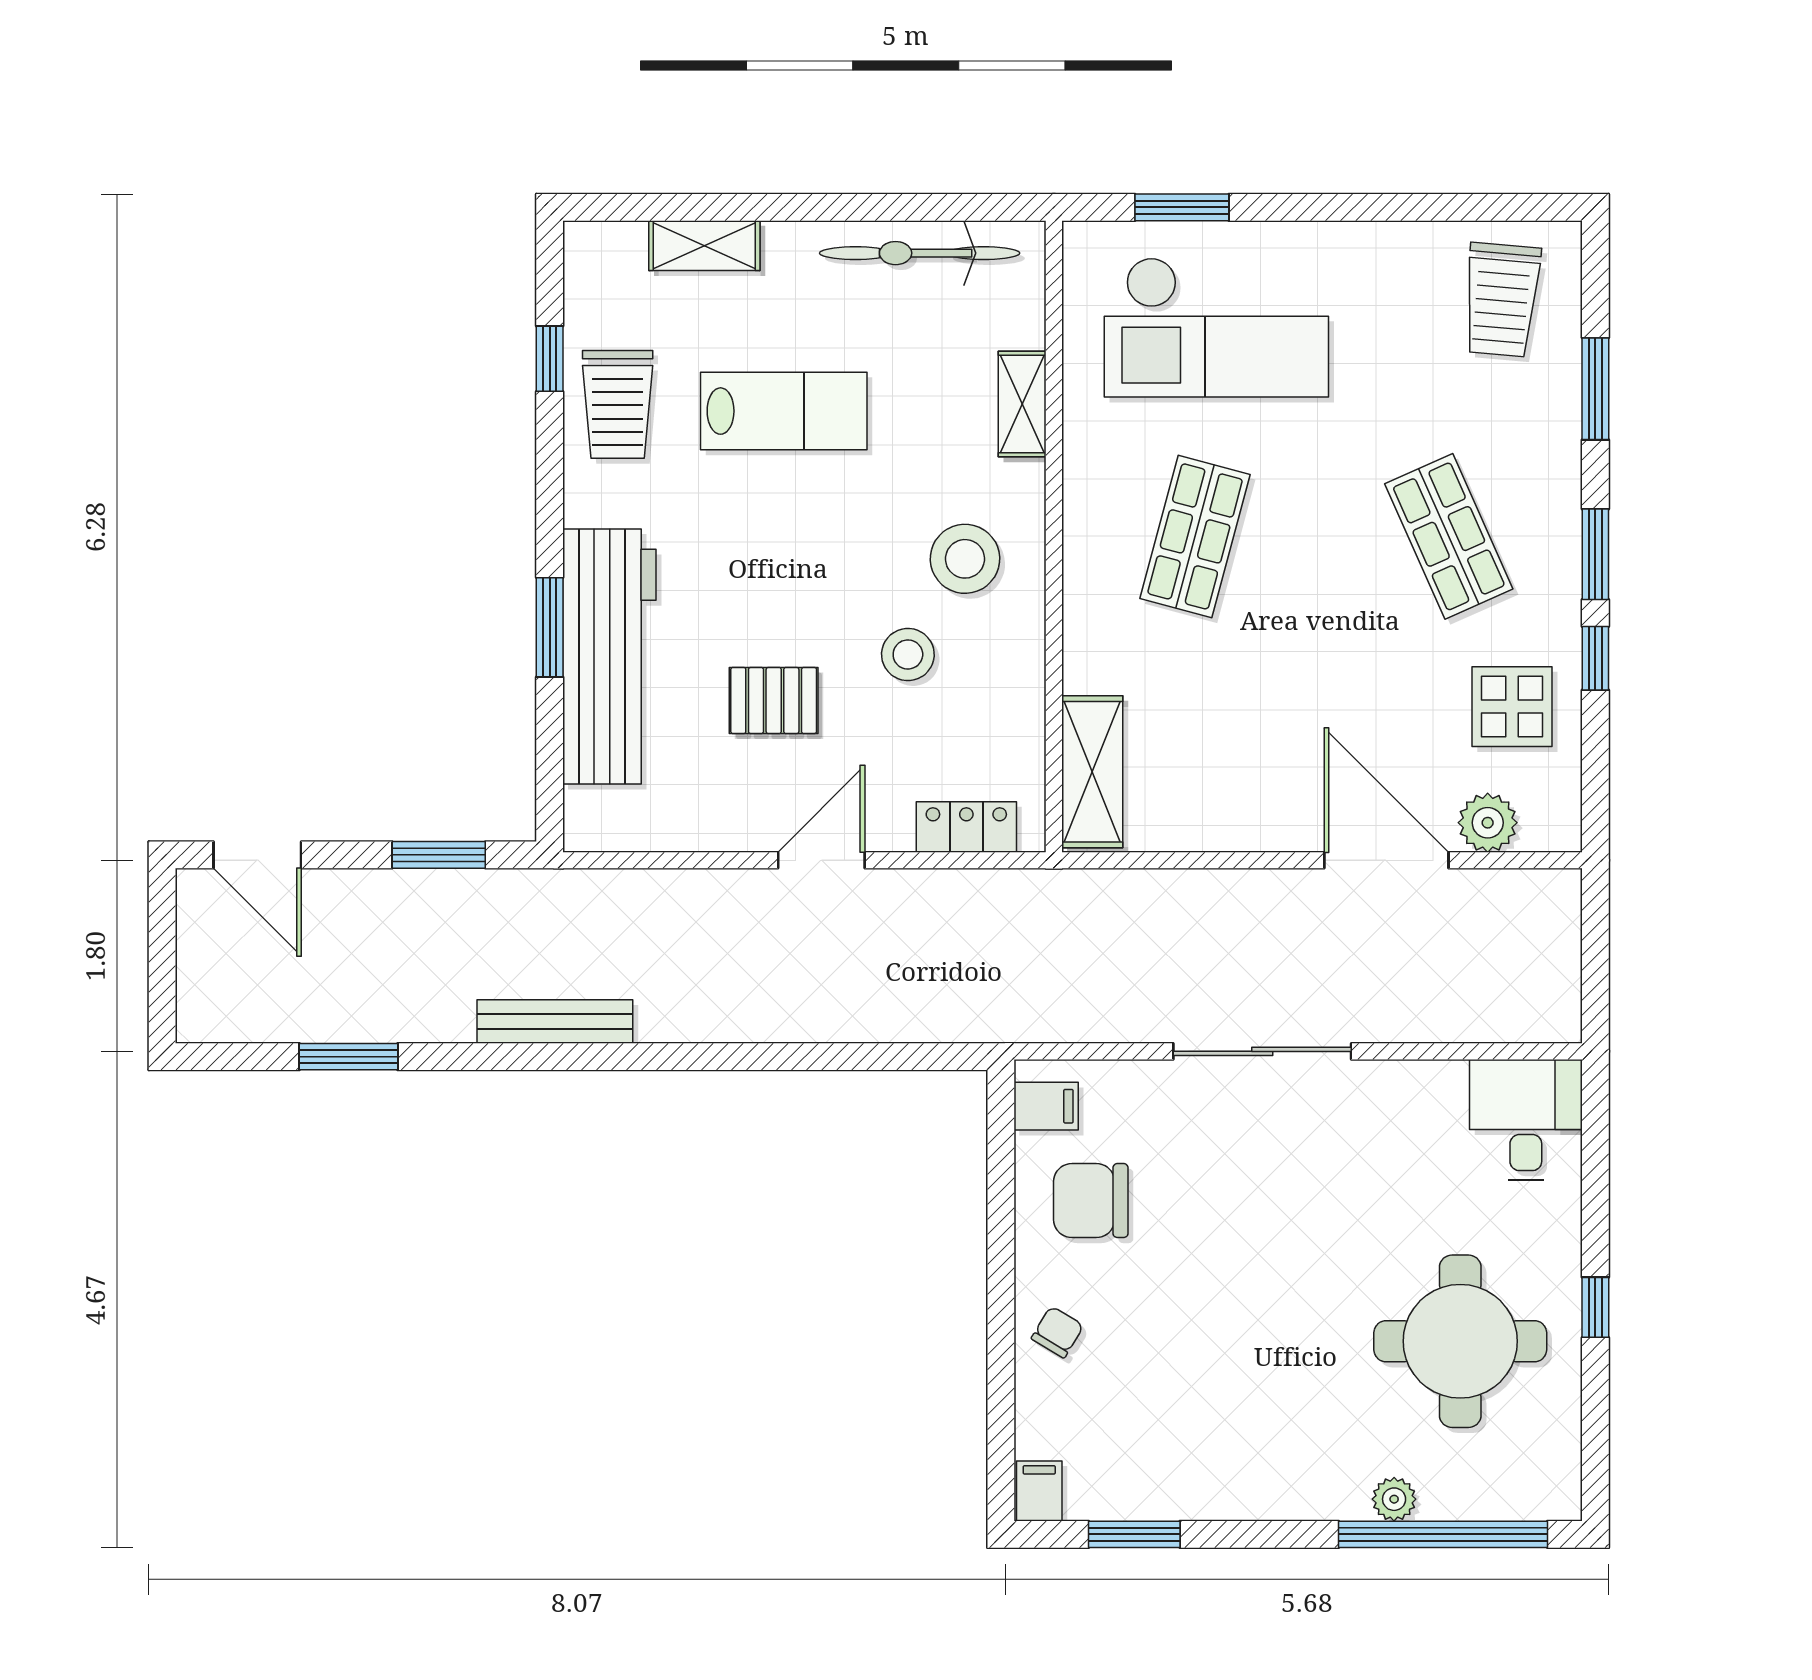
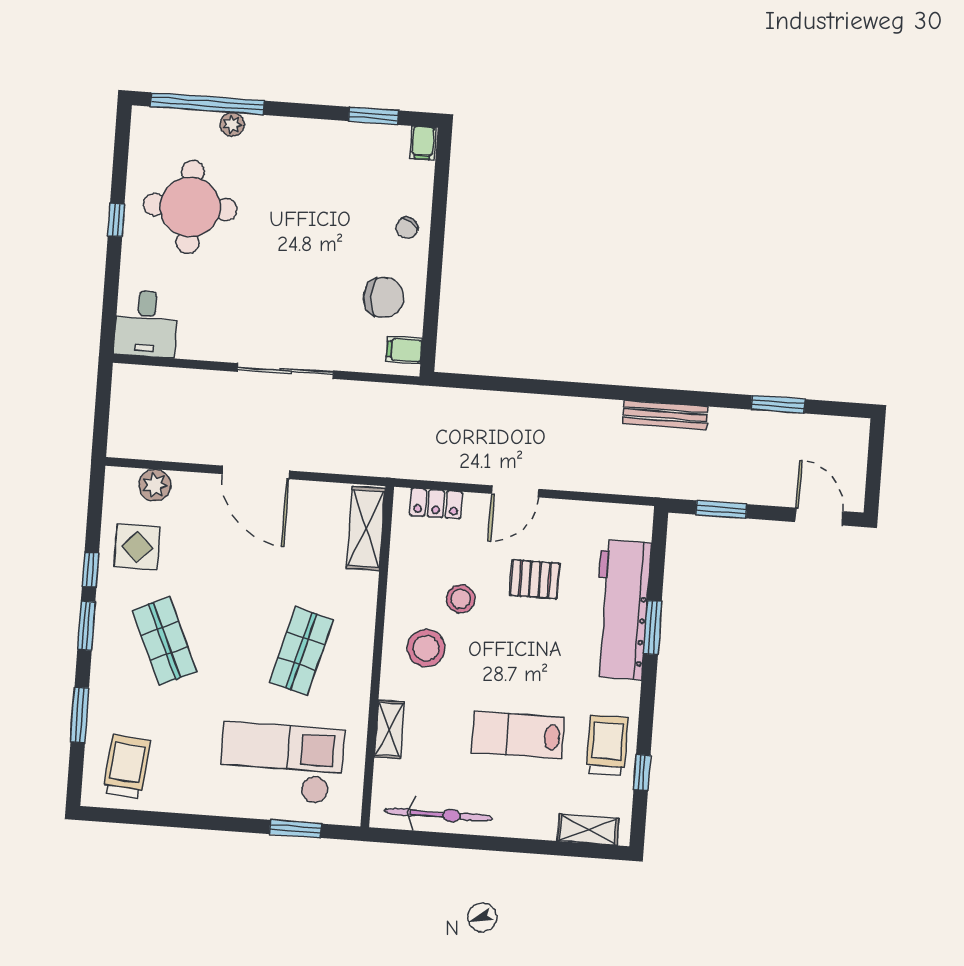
shelving: (704, 246) -> (588, 830), moved
door: (1386, 860) -> (256, 472), moved

